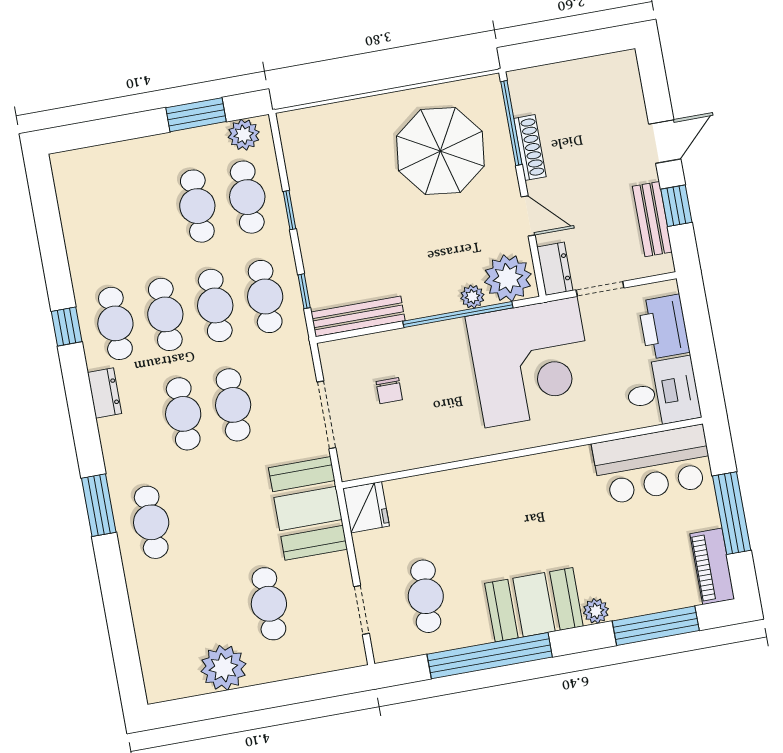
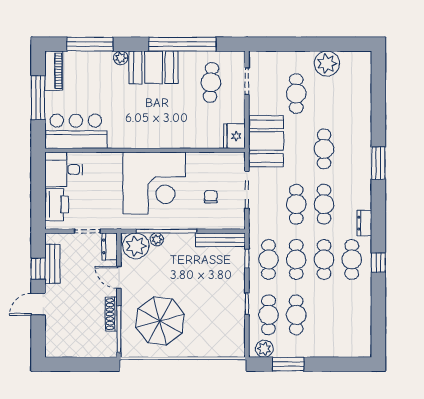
corner desk: (531, 362) -> (154, 183), moved, turned 180
cafe table: (151, 522) -> (324, 149), moved

